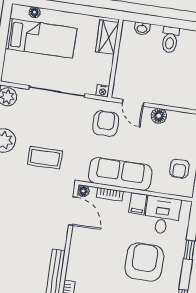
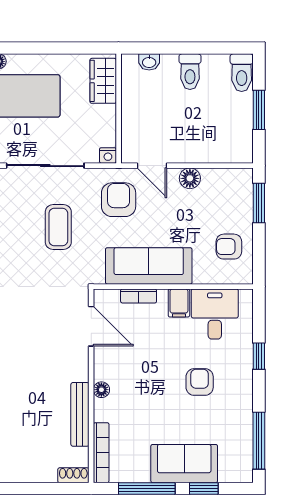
coffee table: (45, 158) -> (58, 227), moved, turned 90
armchair: (179, 169) -> (229, 247), turned 90
floor lamp: (83, 191) -> (101, 390), moved
armchair: (144, 262) -> (200, 382), width x0.53, depth x0.53

